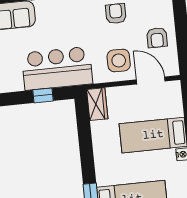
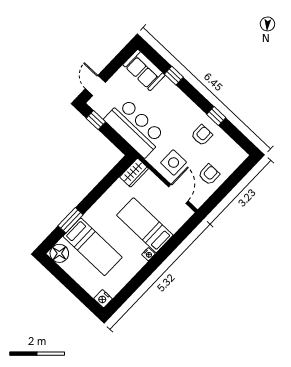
armchair: (157, 38) -> (209, 174), turned 180
window: (43, 95) -> (96, 120), moved

